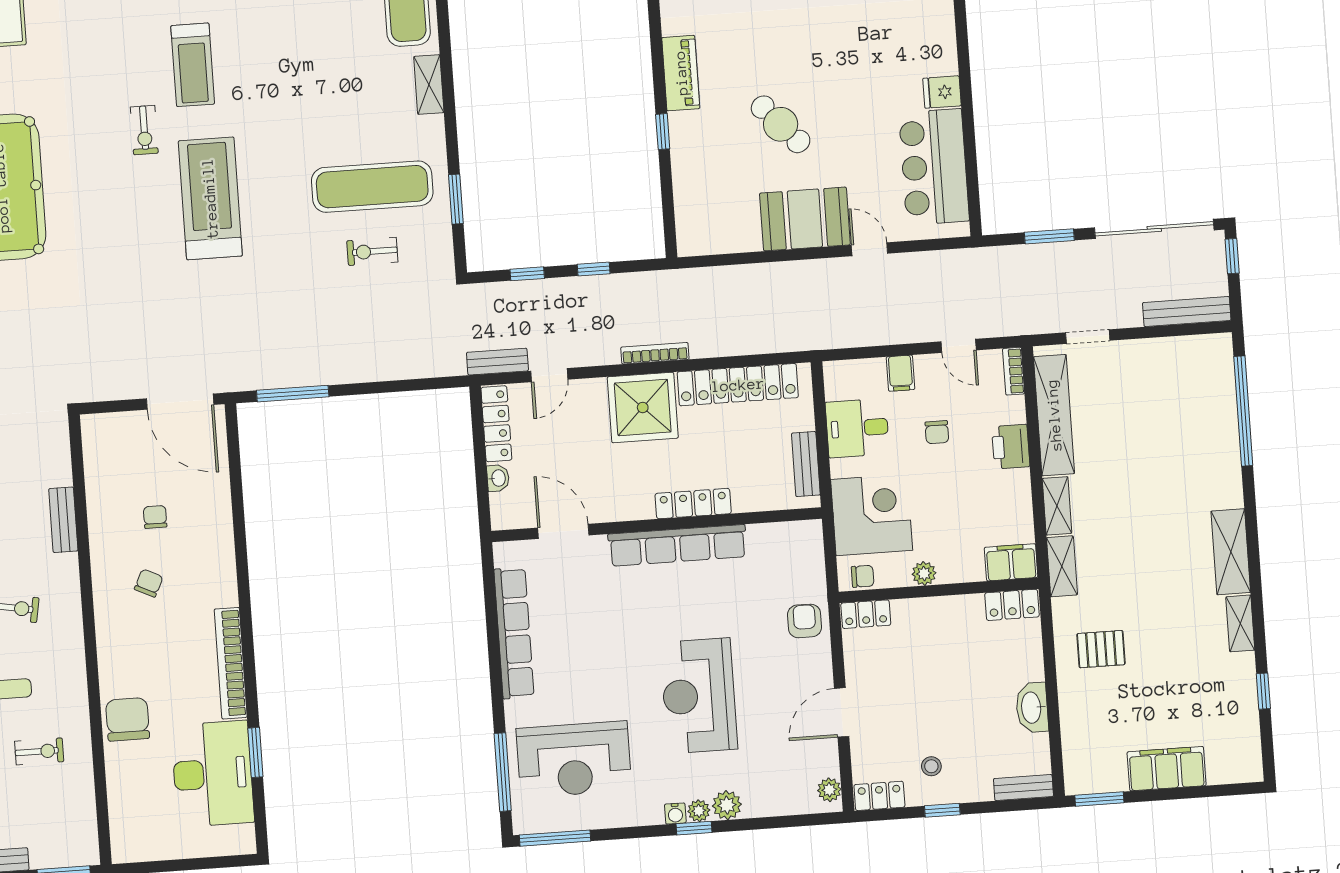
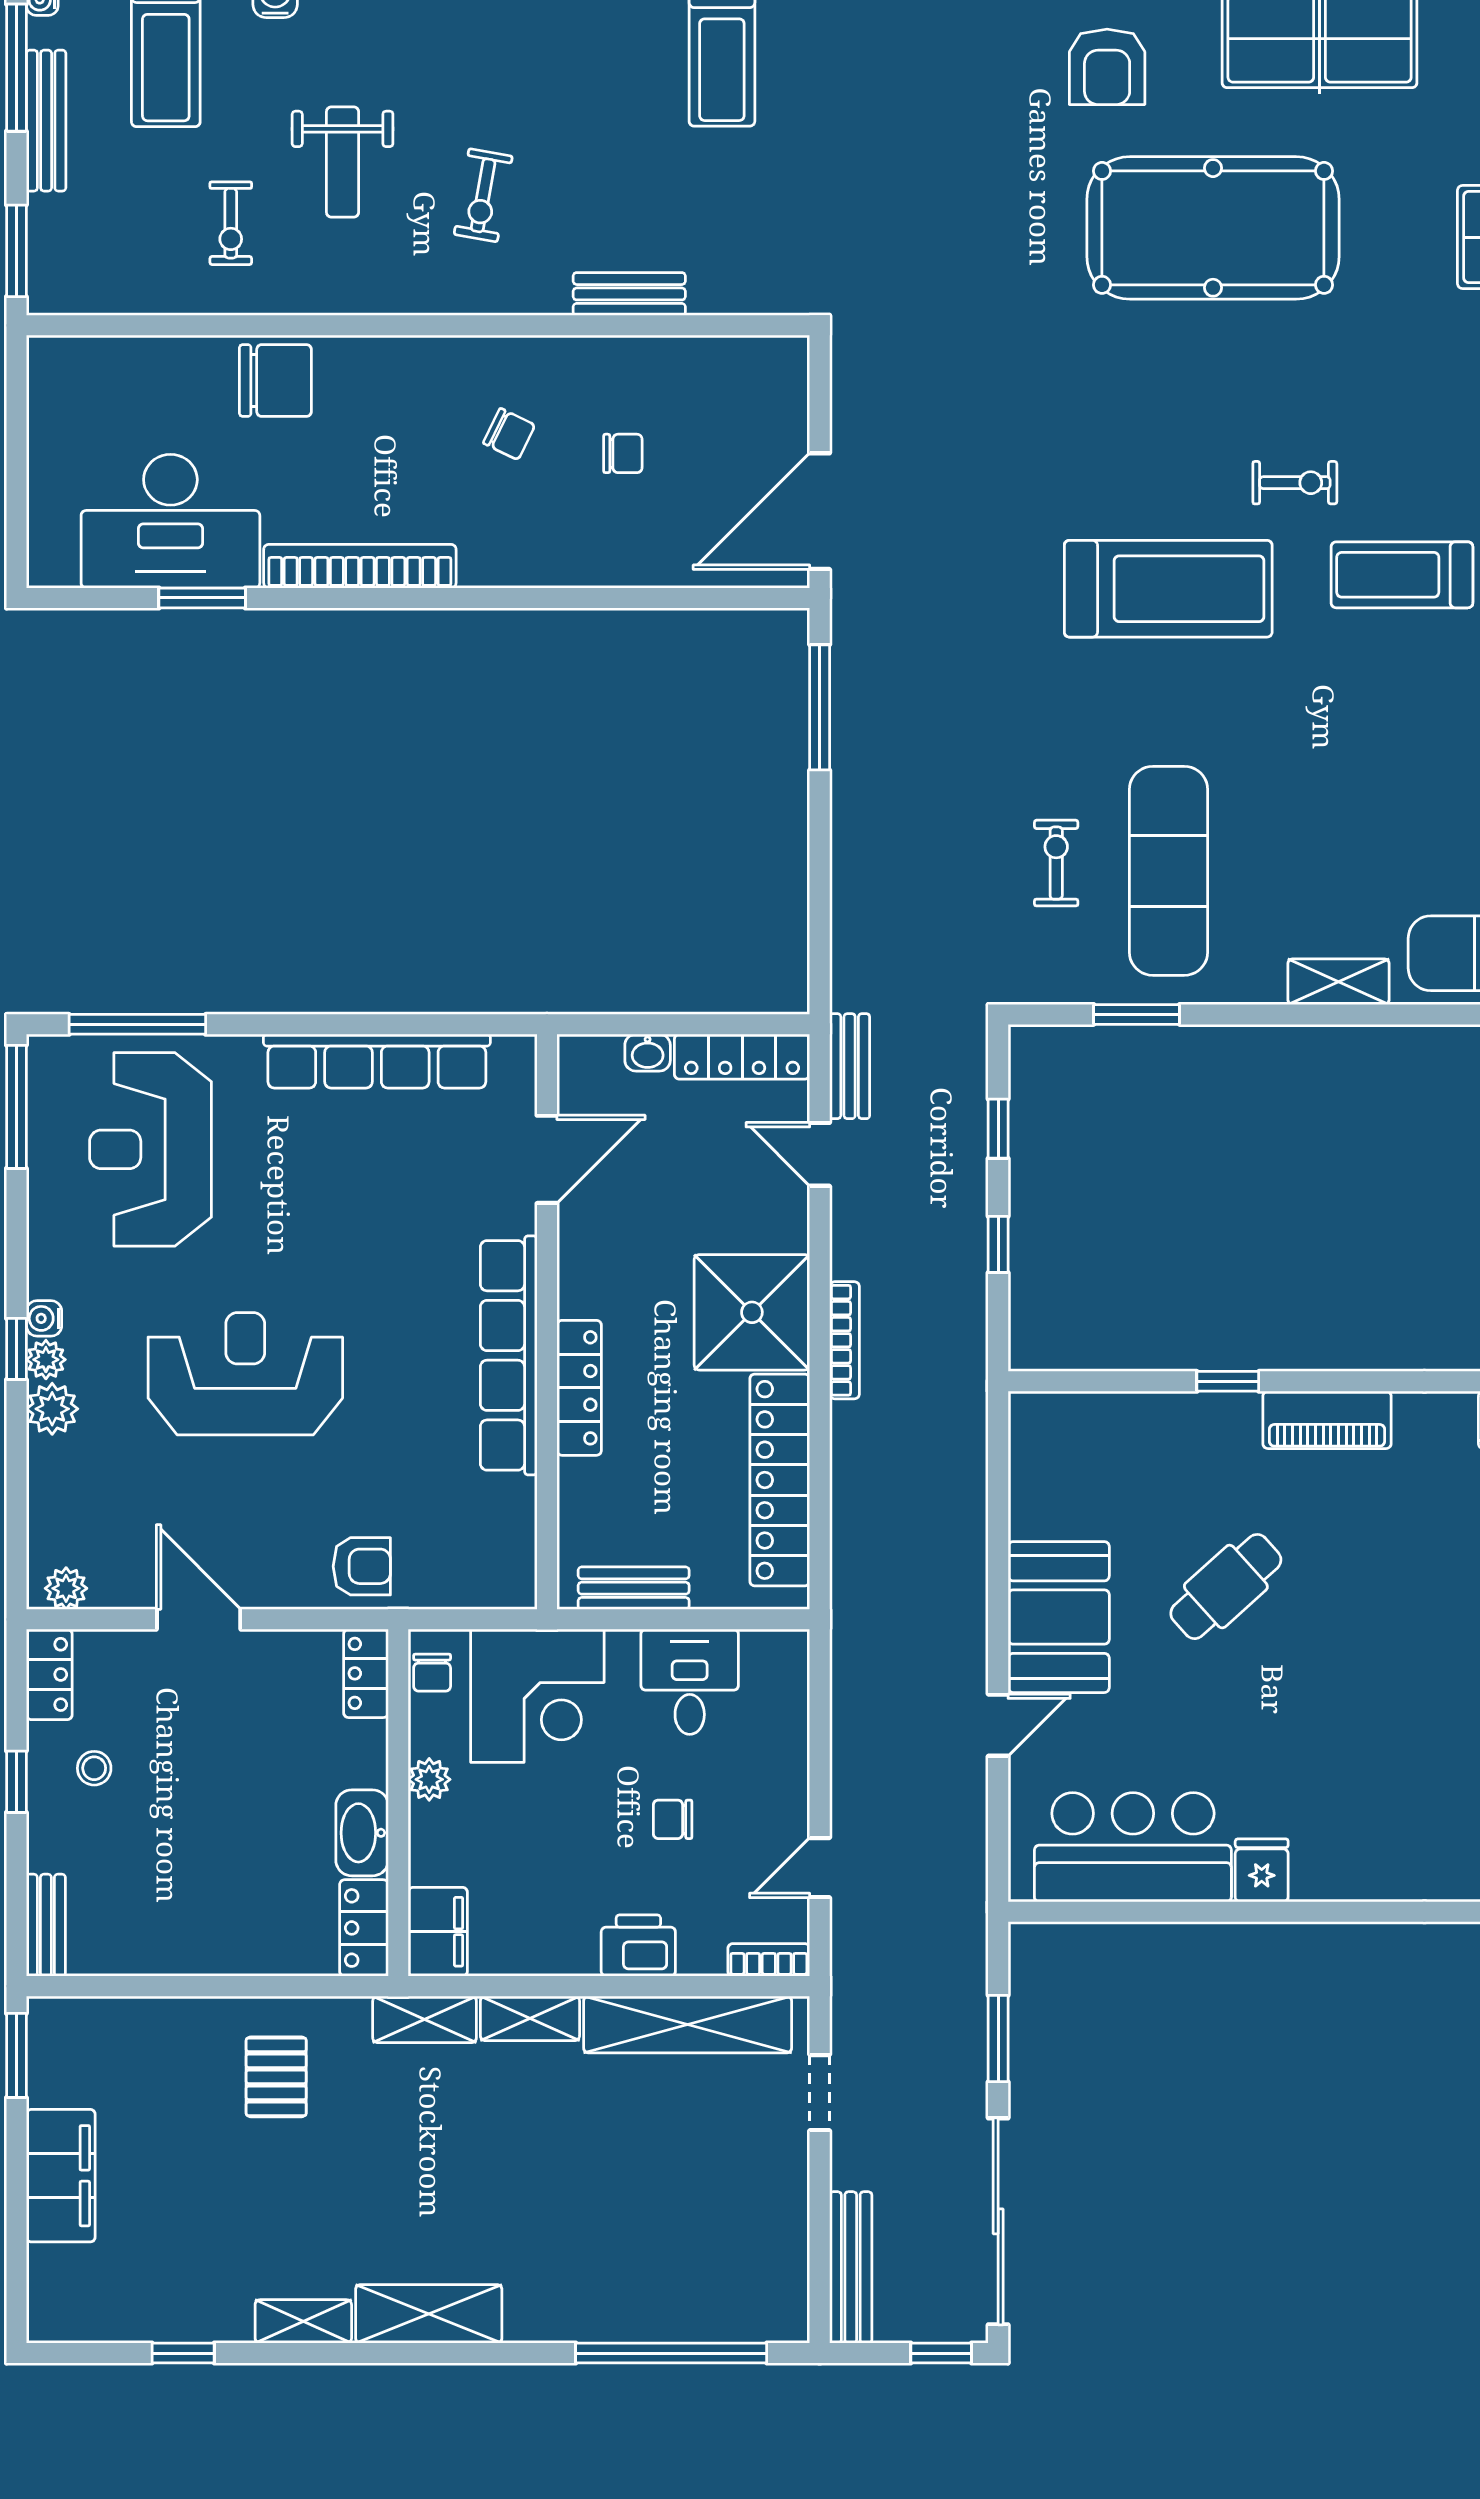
exercise bike: (144, 130) -> (1295, 483), turned 180
filing cabinet: (901, 373) -> (779, 1764), removed
washbasin: (1032, 708) -> (362, 1833), moved, turned -90

